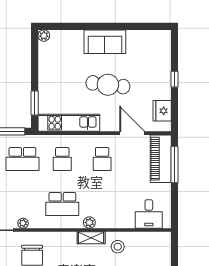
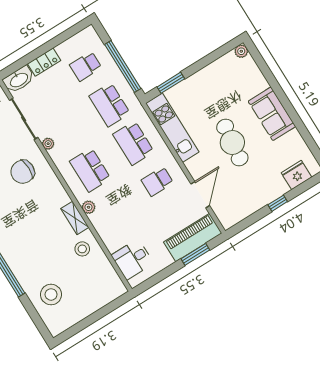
fridge: (162, 111) -> (296, 175), moved
school desk: (62, 159) -> (133, 143), width x1.85
window: (174, 165) -> (195, 254), width x0.69

